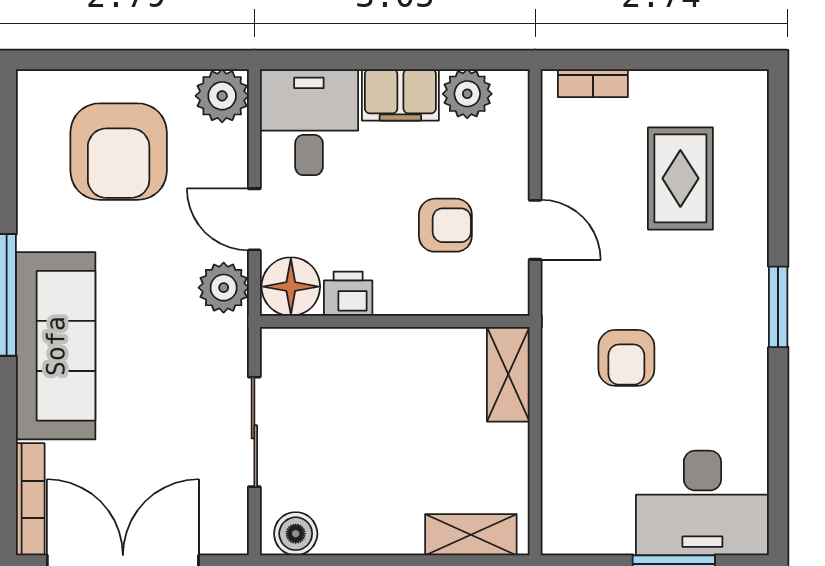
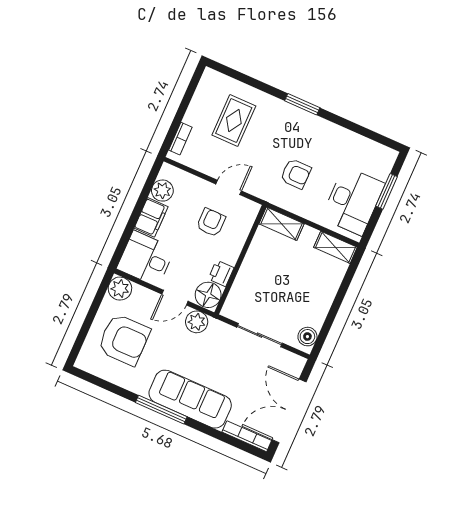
rug: (680, 178) -> (234, 120), turned 90
desk: (702, 503) -> (353, 201), moved
shelving: (471, 535) -> (335, 247), moved, turned 90

